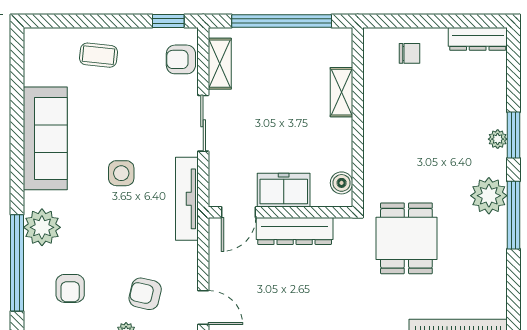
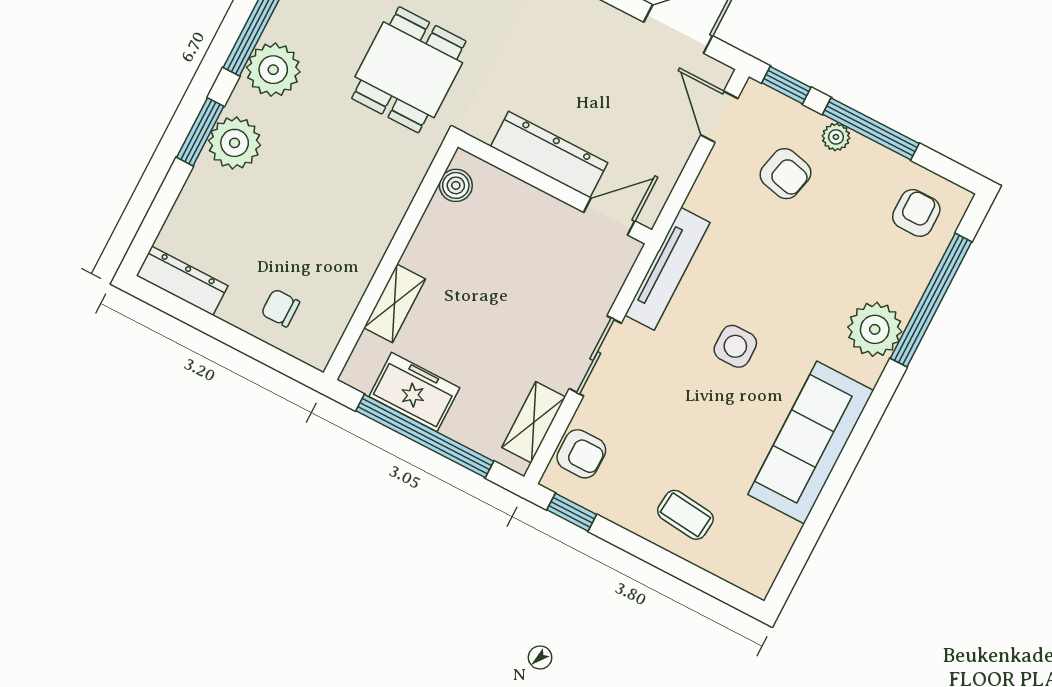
plant: (498, 139) -> (235, 143), width x1.88, depth x1.88
freezer: (284, 190) -> (414, 392), moved, turned 180
armchair: (70, 288) -> (916, 213), moved

